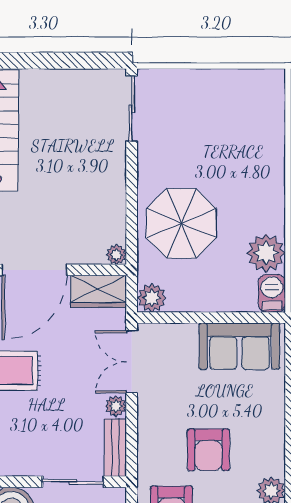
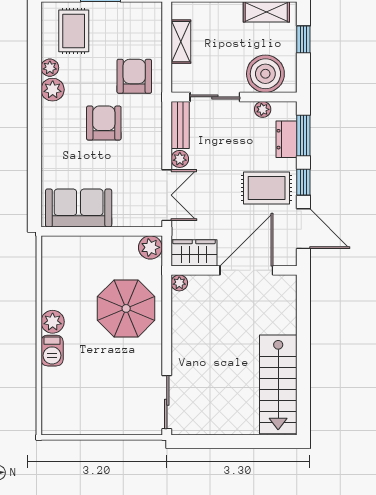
plant: (266, 253) -> (53, 322), moved, width x0.73, depth x0.73
barbecue: (272, 293) -> (52, 351), moved
plant: (15, 467) -> (263, 109), added

